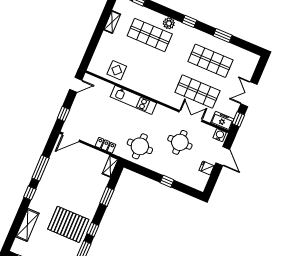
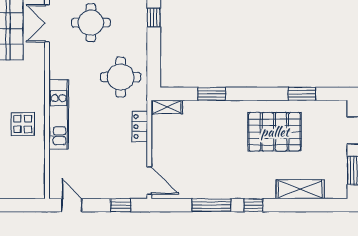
display table: (117, 70) -> (23, 124), moved
pallet: (68, 224) -> (275, 132), turned 90
window: (93, 230) -> (267, 94), removed

